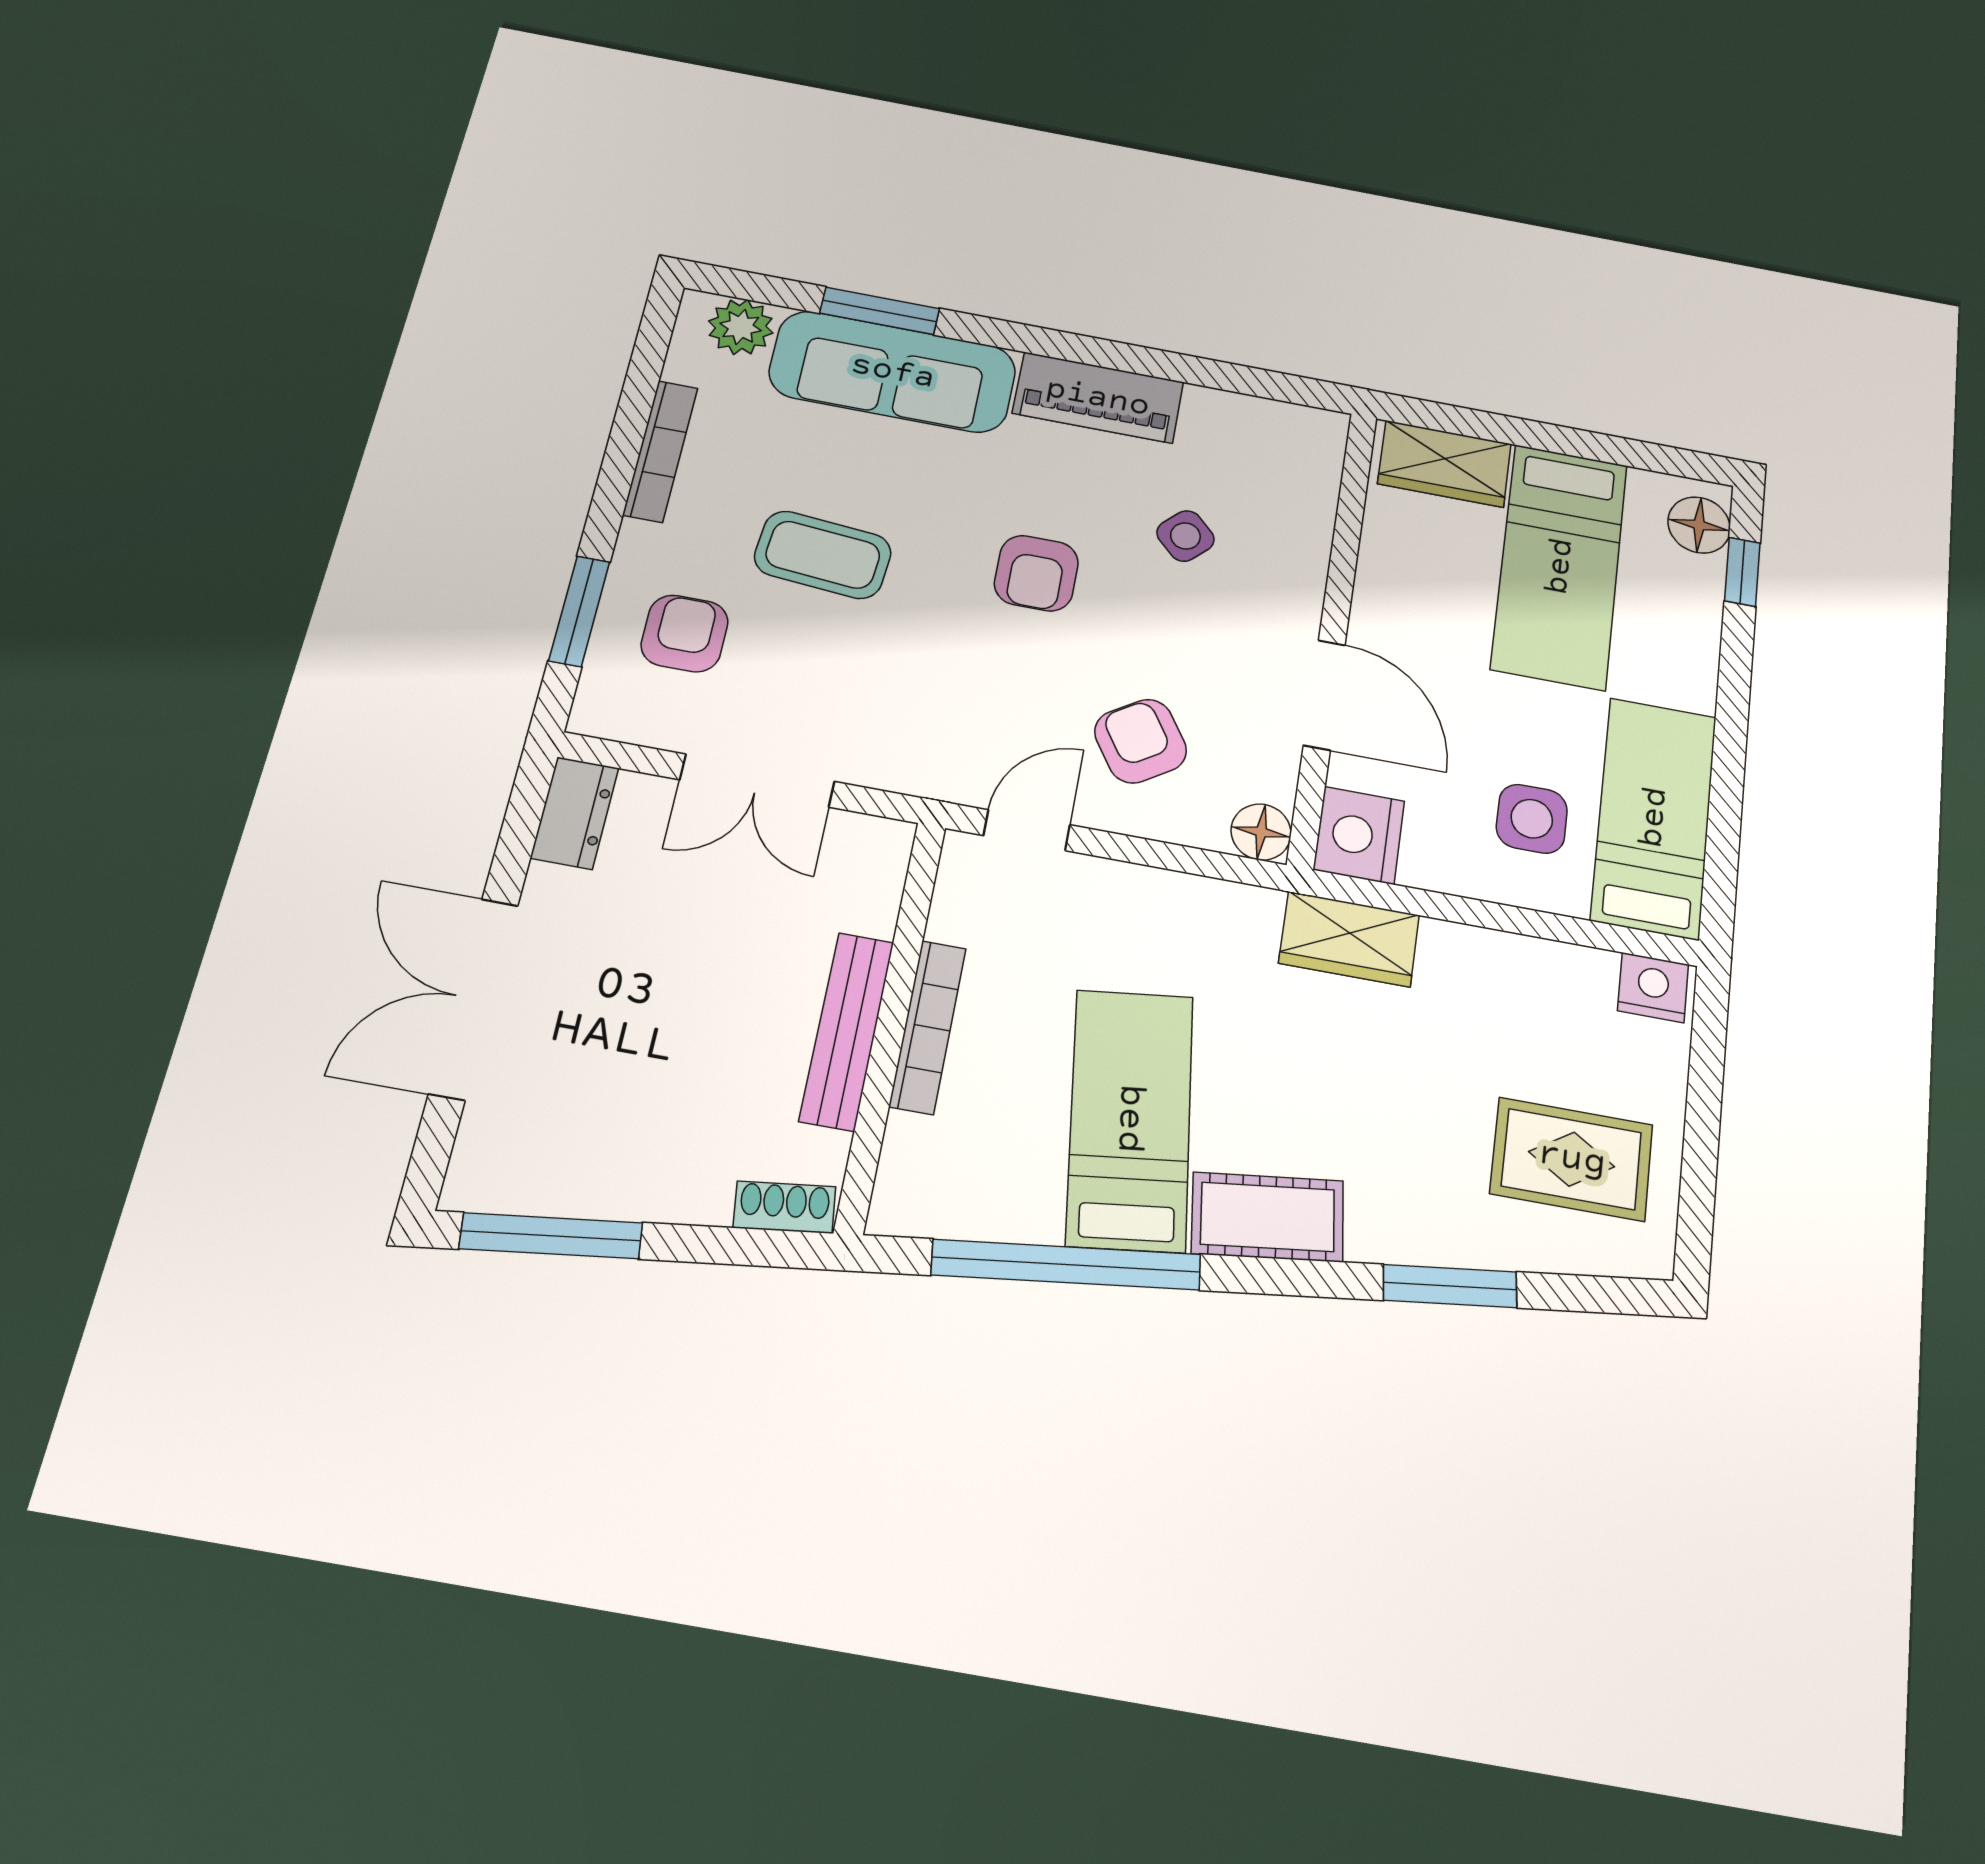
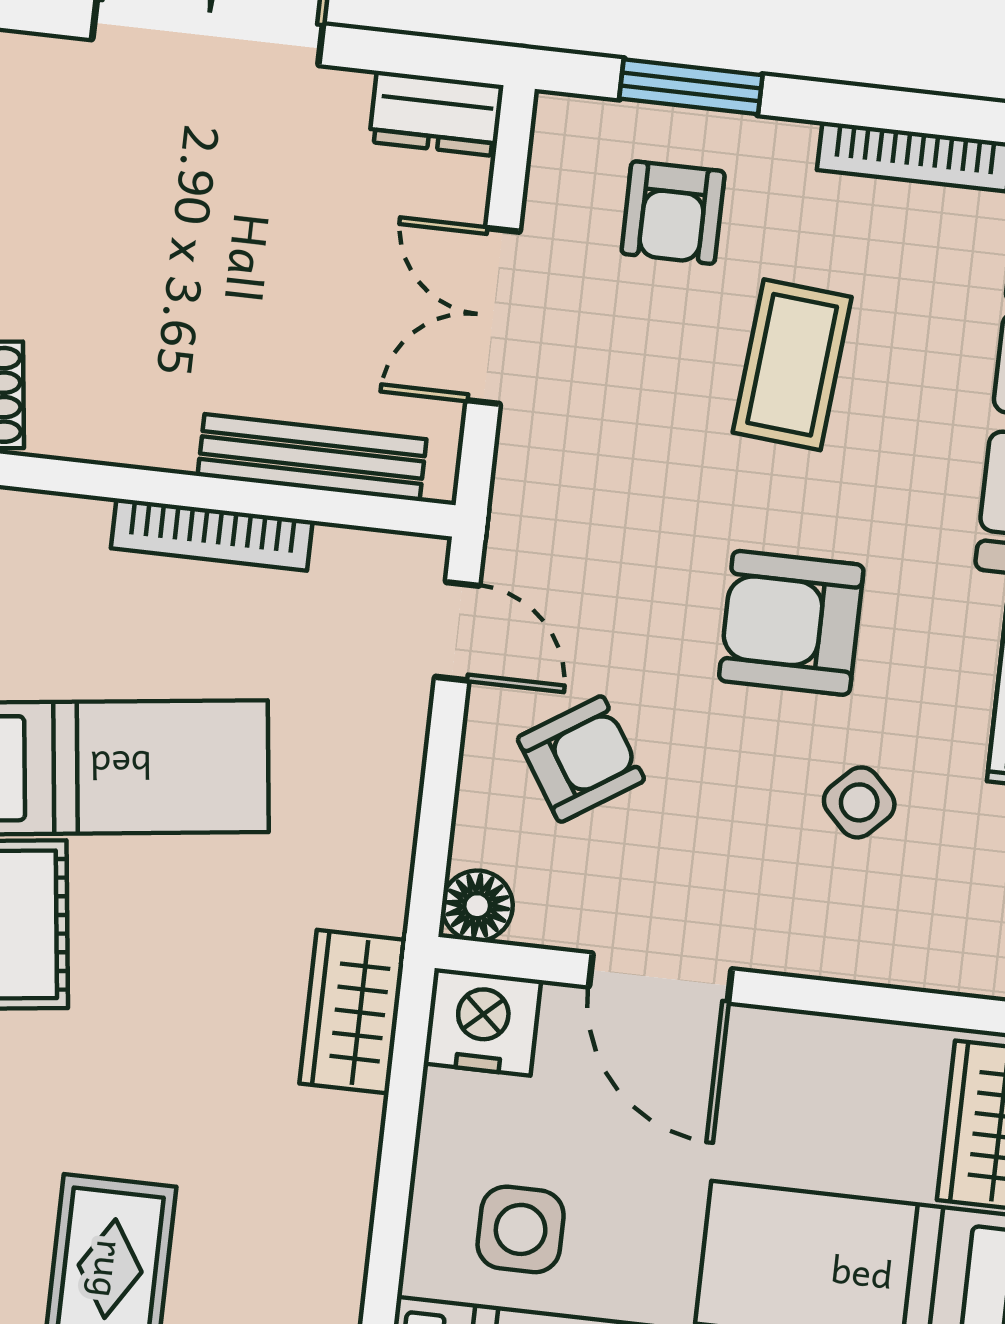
armchair: (1036, 573) -> (791, 623), width x1.38, depth x1.38
armchair: (685, 633) -> (673, 213), turned 90
door: (1324, 695) -> (660, 978), hinge flipped
bench: (847, 1031) -> (312, 458), moved

